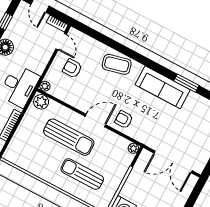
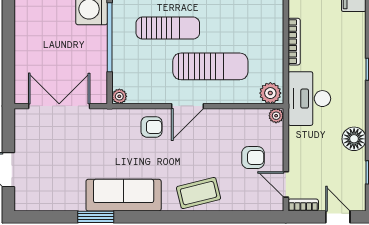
sun lounger: (69, 137) -> (210, 66), turned 180

